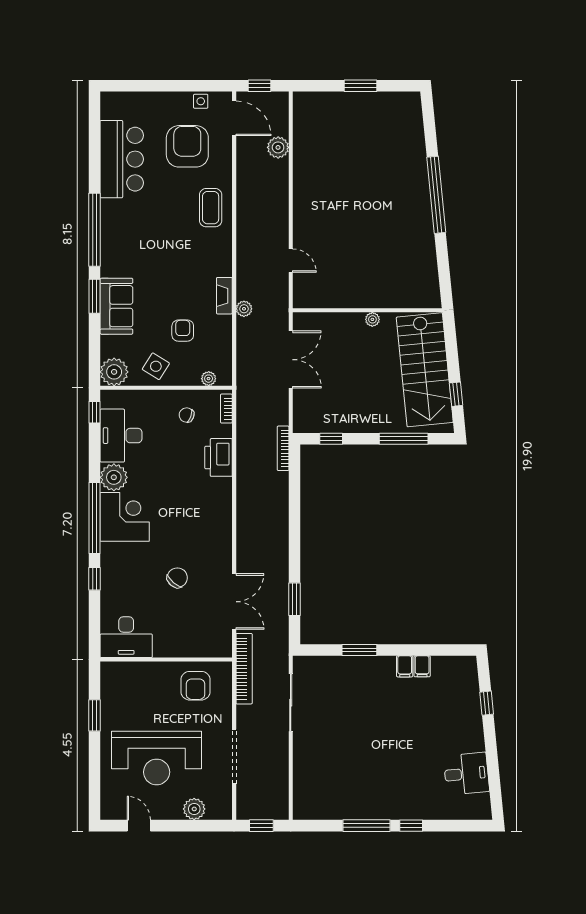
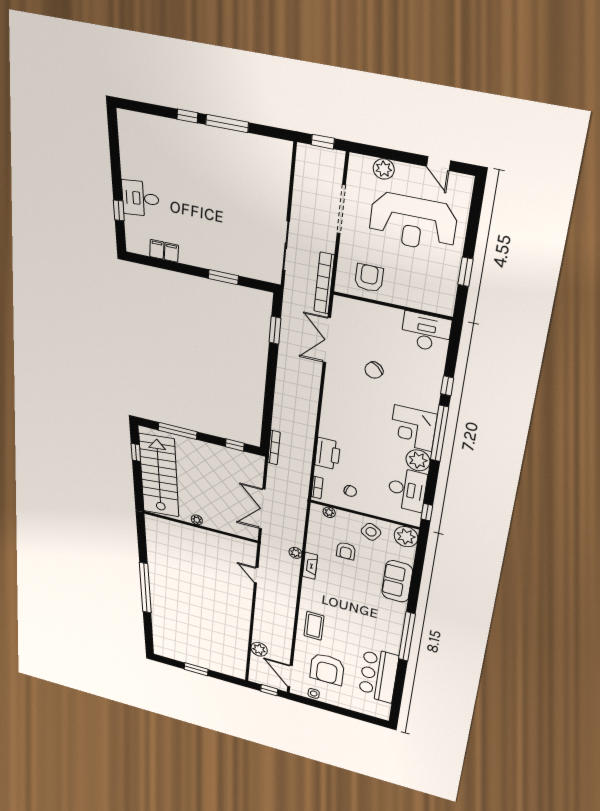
window: (94, 296) -> (414, 593), removed
filing cabinet: (405, 666) -> (157, 249), moved
reception desk: (157, 758) -> (413, 222), turned 180
desk: (466, 774) -> (140, 198), moved

